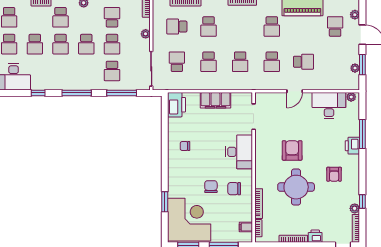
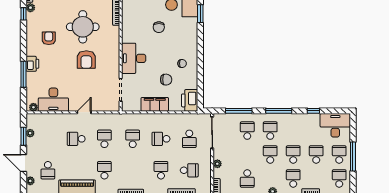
school desk: (112, 44) -> (270, 131), moved
school desk: (209, 62) -> (161, 139), turned -90
chair: (234, 189) -> (166, 80), moved

